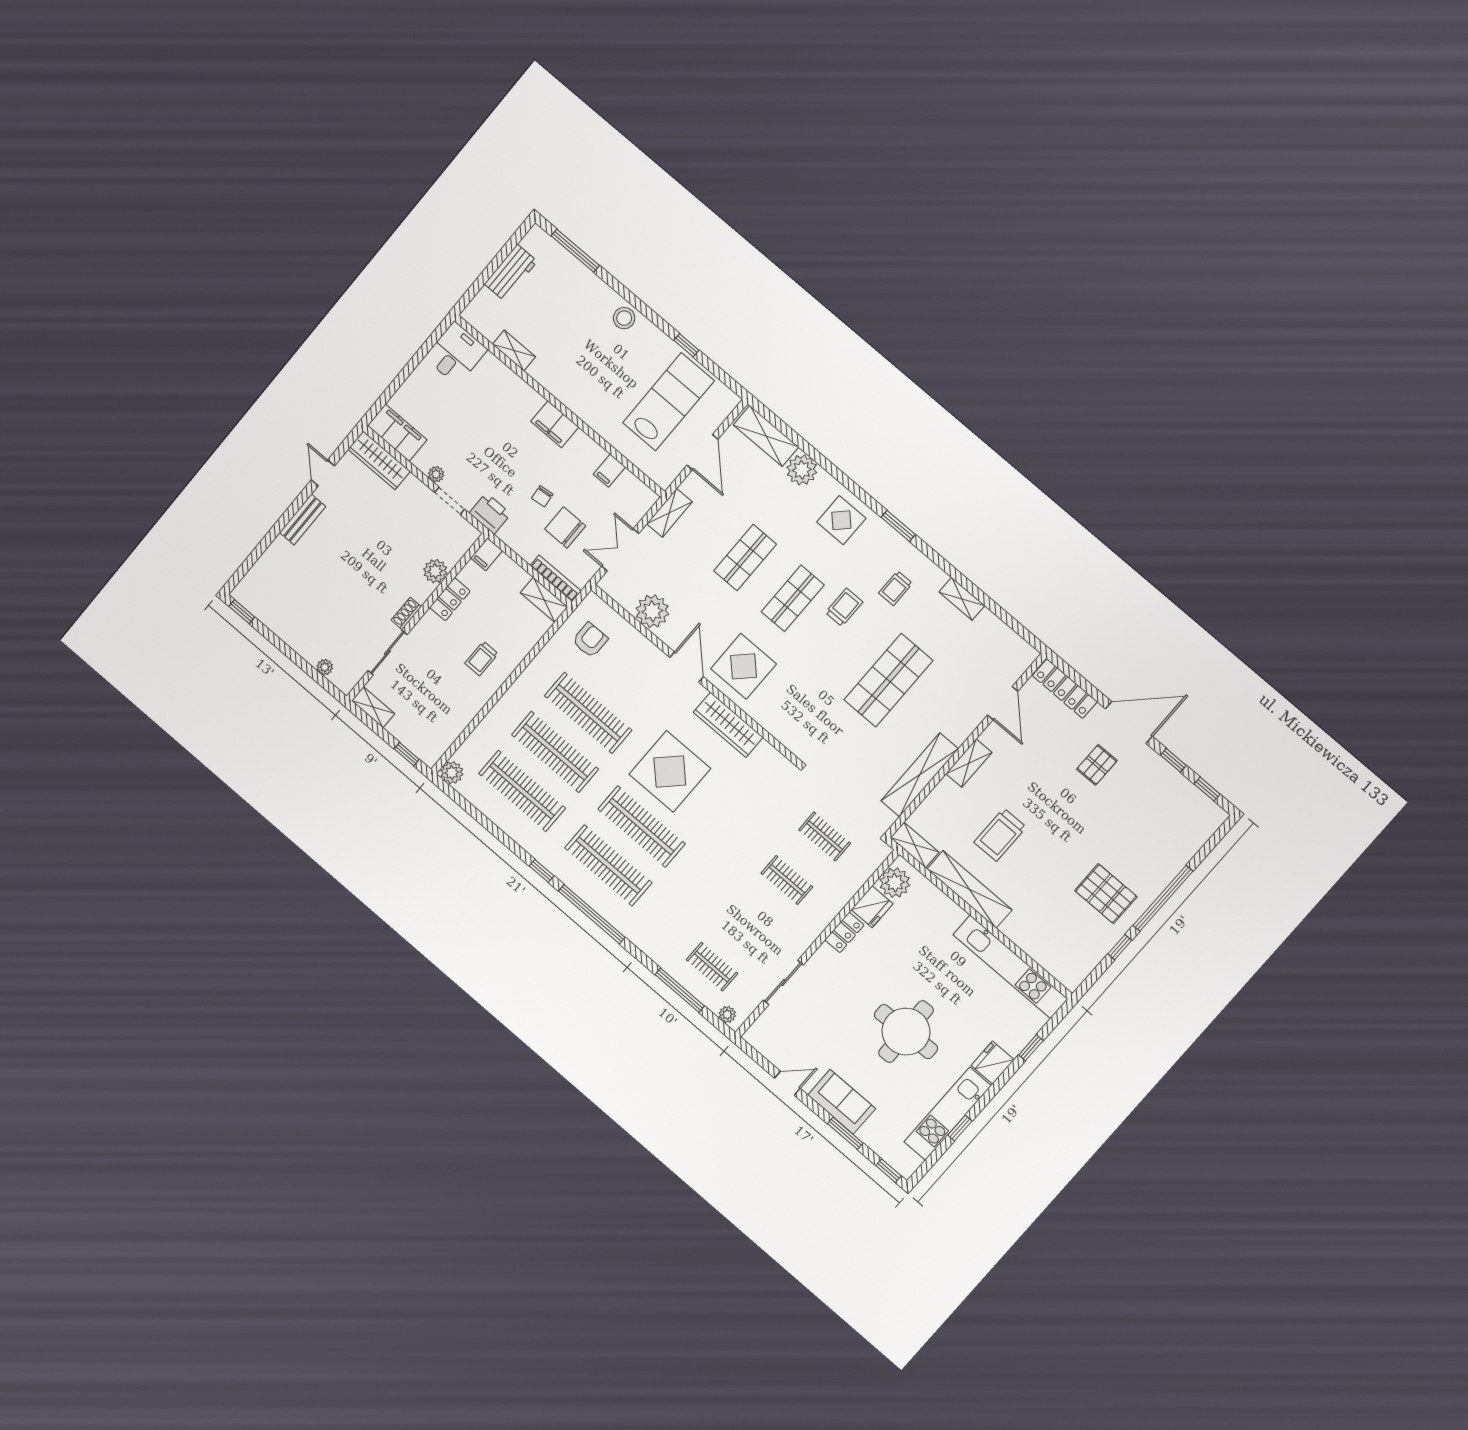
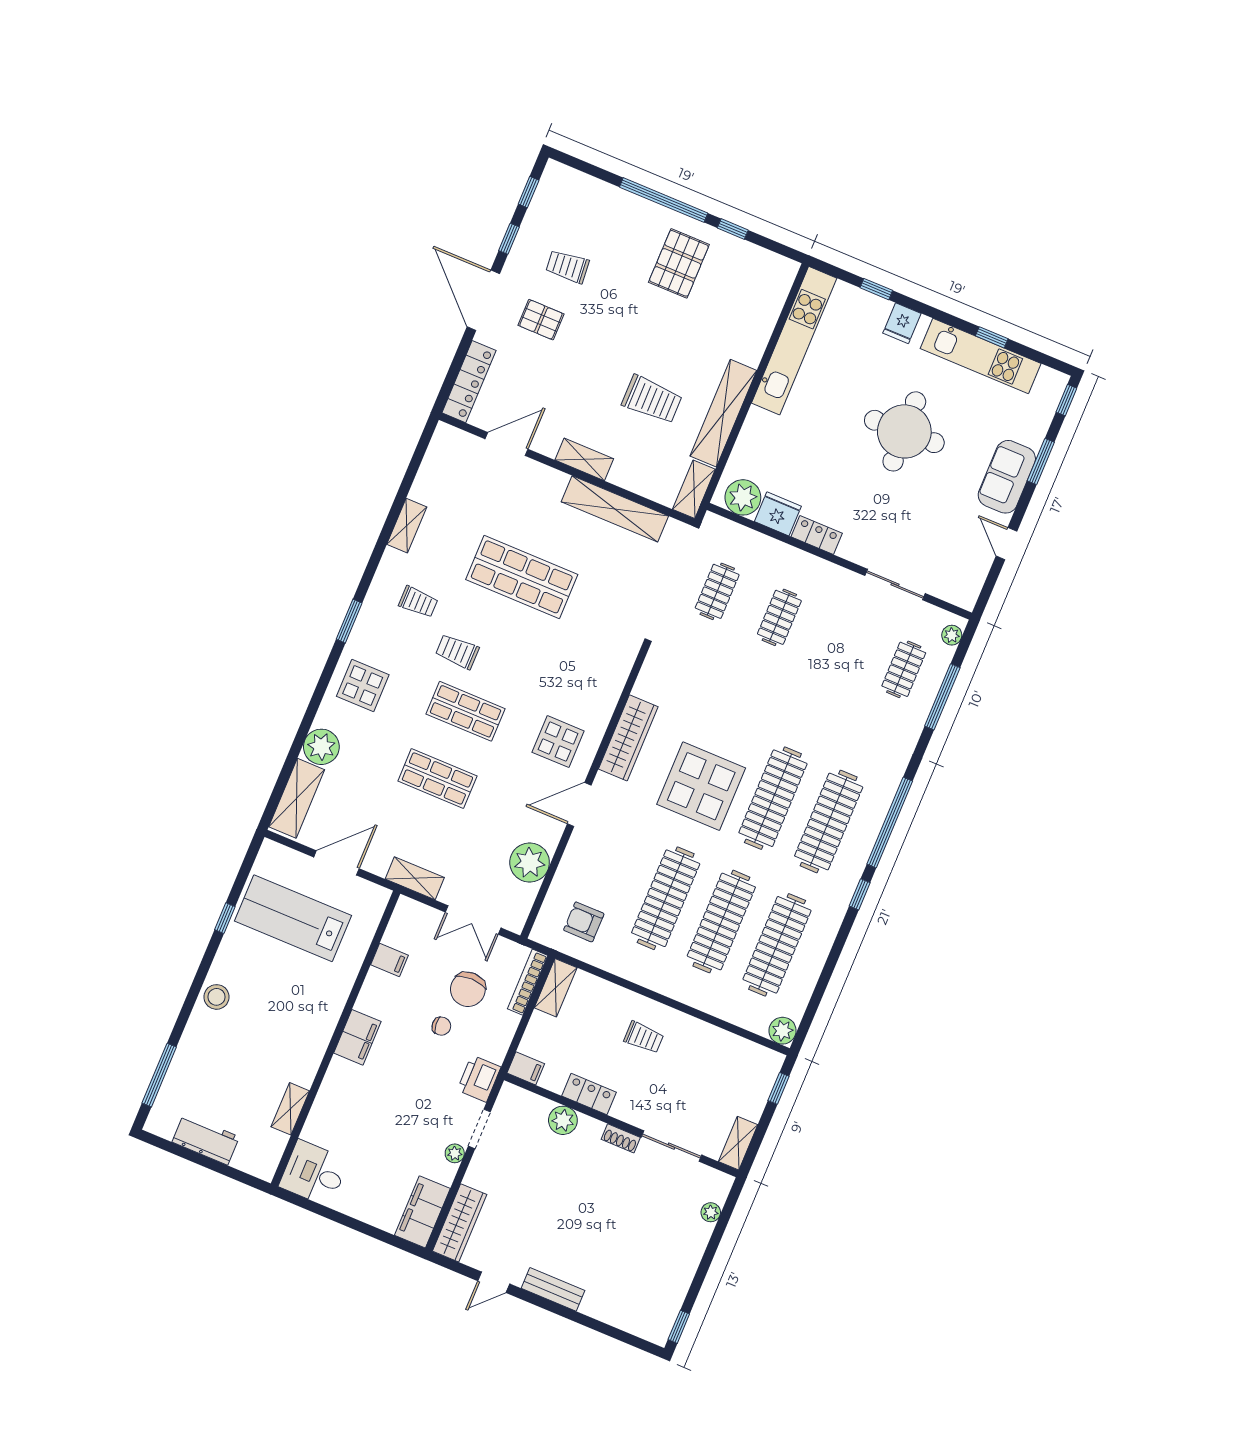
display table: (744, 666) -> (558, 742), width x0.73, depth x0.73
trolley: (1134, 801) -> (567, 267), added
fridge: (993, 1063) -> (902, 323), width x0.72

